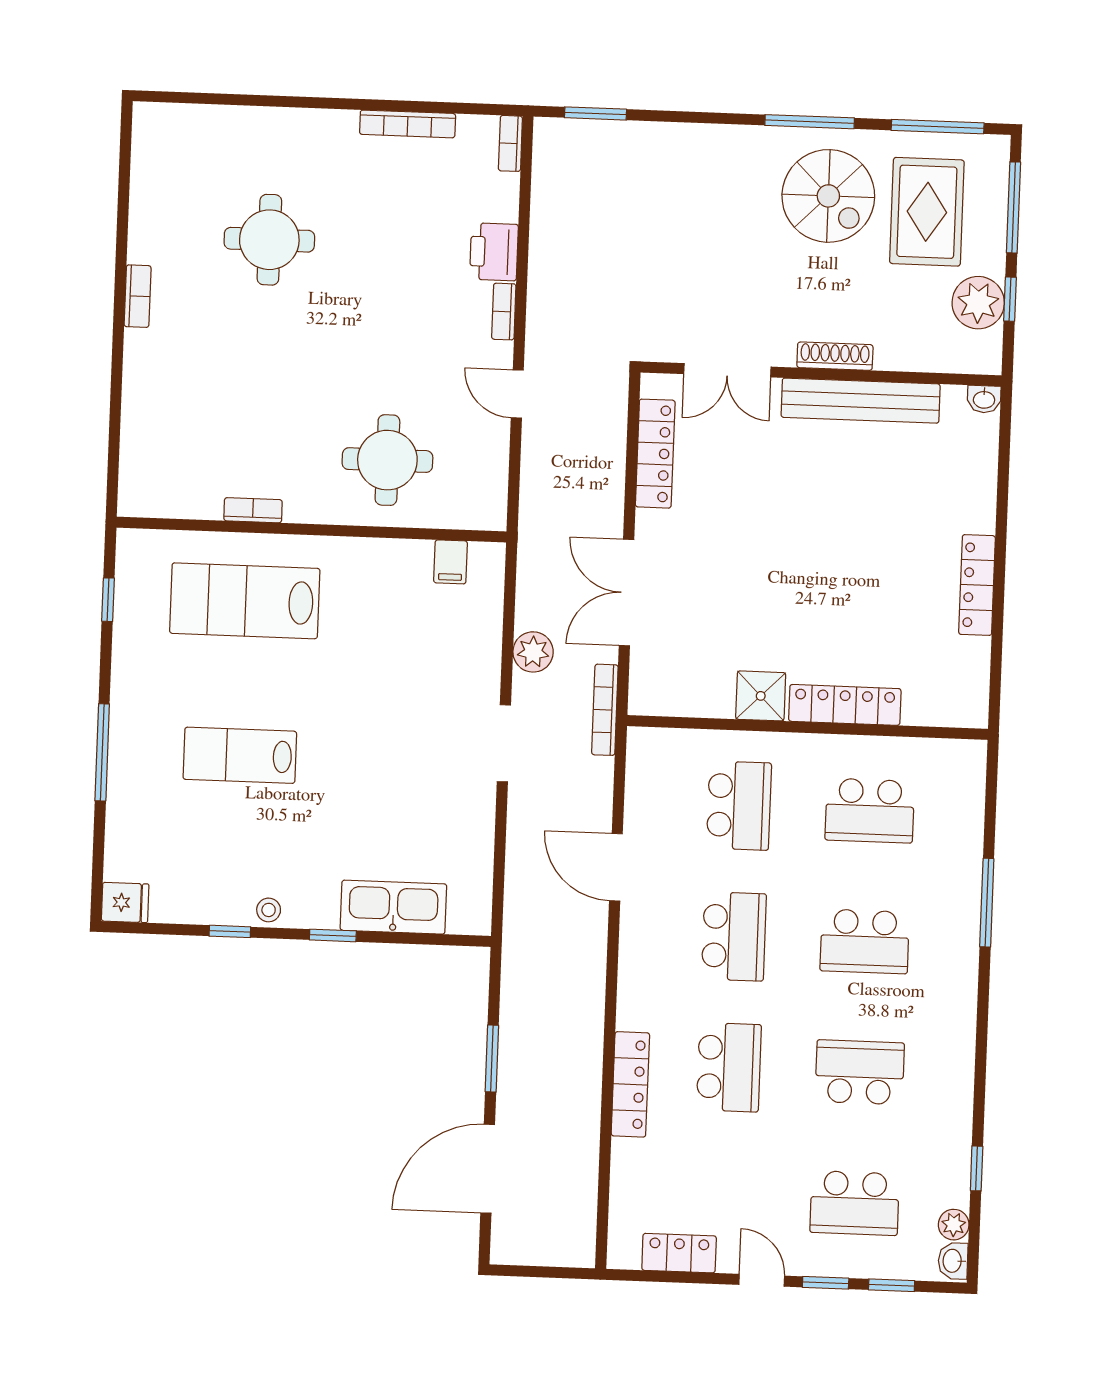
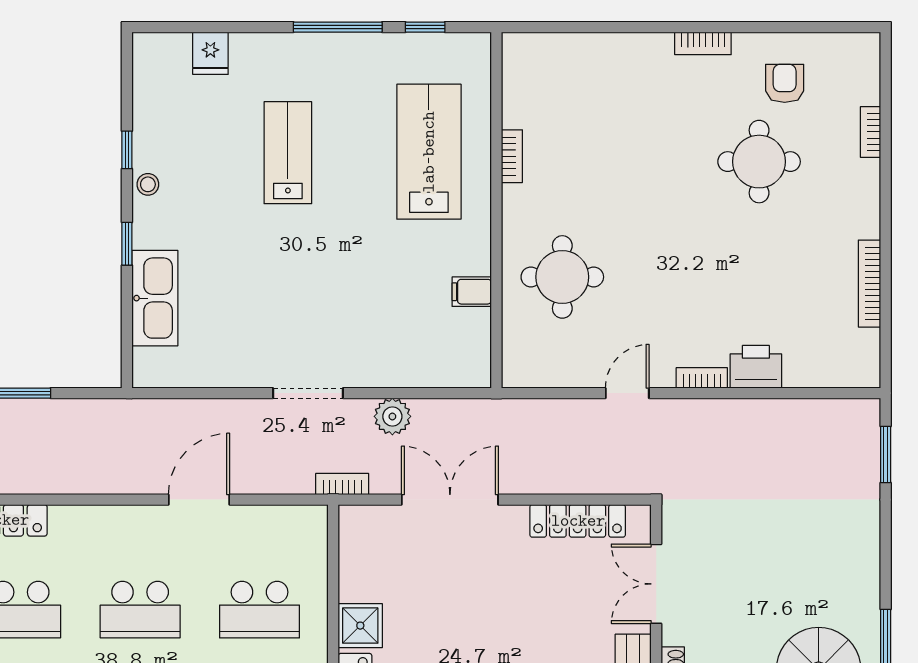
bookcase: (510, 143) -> (870, 132), moved, turned -90
armchair: (185, 208) -> (785, 83), added
filing cabinet: (451, 562) -> (472, 292), moved
bookcase: (605, 710) -> (342, 484), width x0.64
window: (102, 752) -> (338, 27), moved
fridge: (125, 902) -> (210, 53), moved

